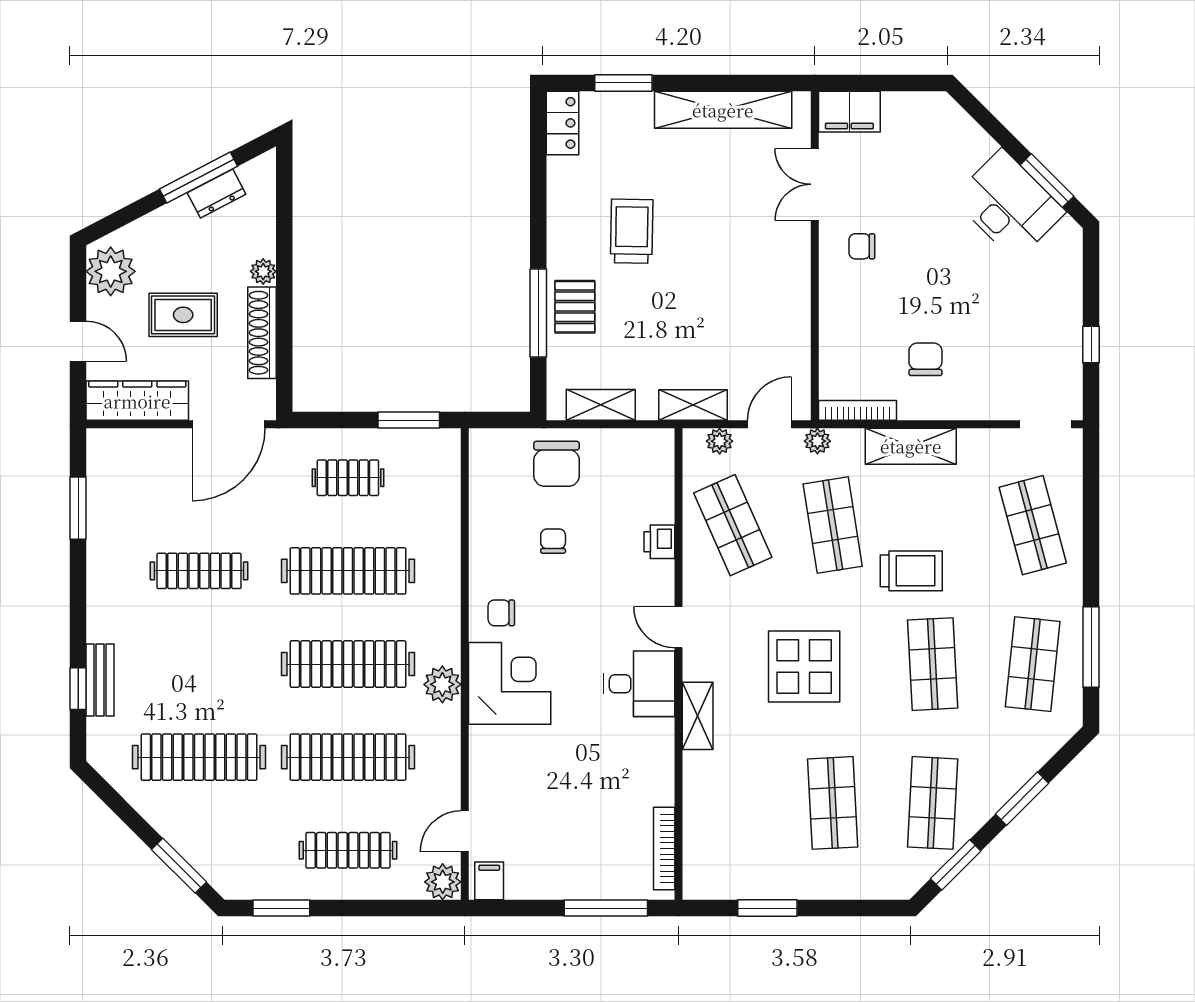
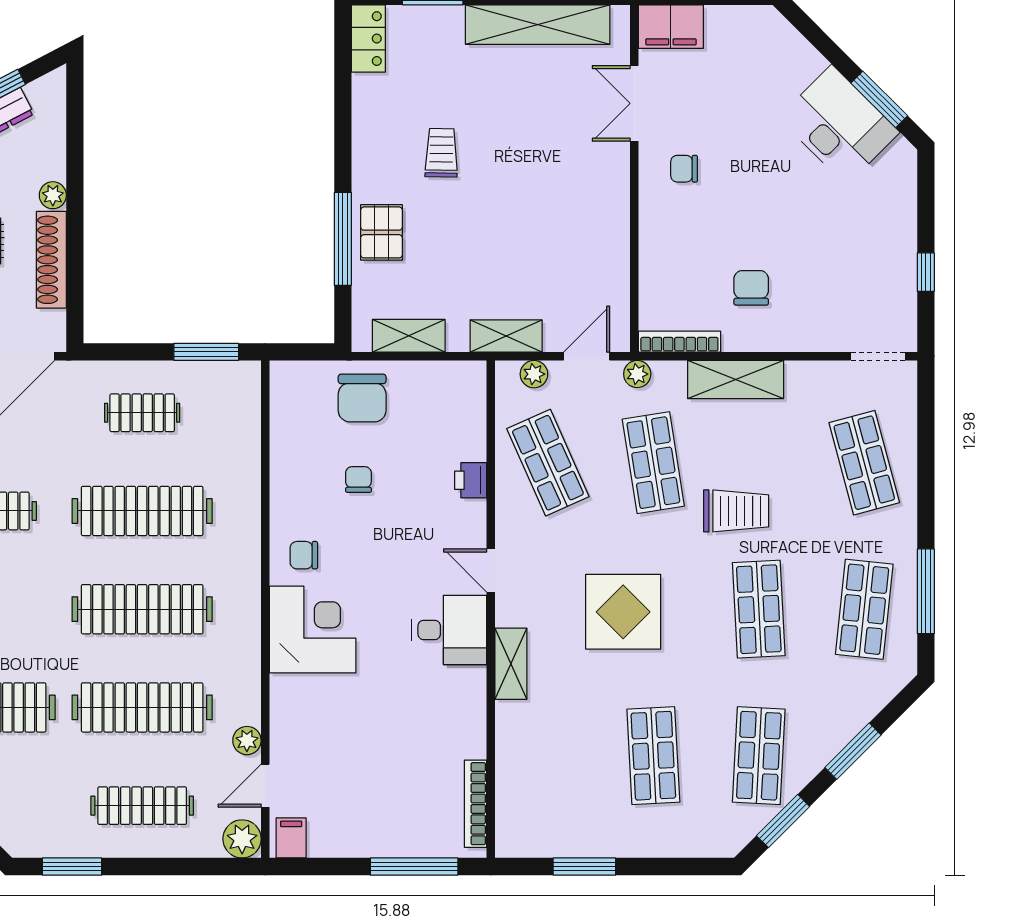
trolley: (632, 231) -> (441, 153), width x0.73, depth x0.72
plant: (442, 684) -> (247, 741), moved, width x0.73, depth x0.73

